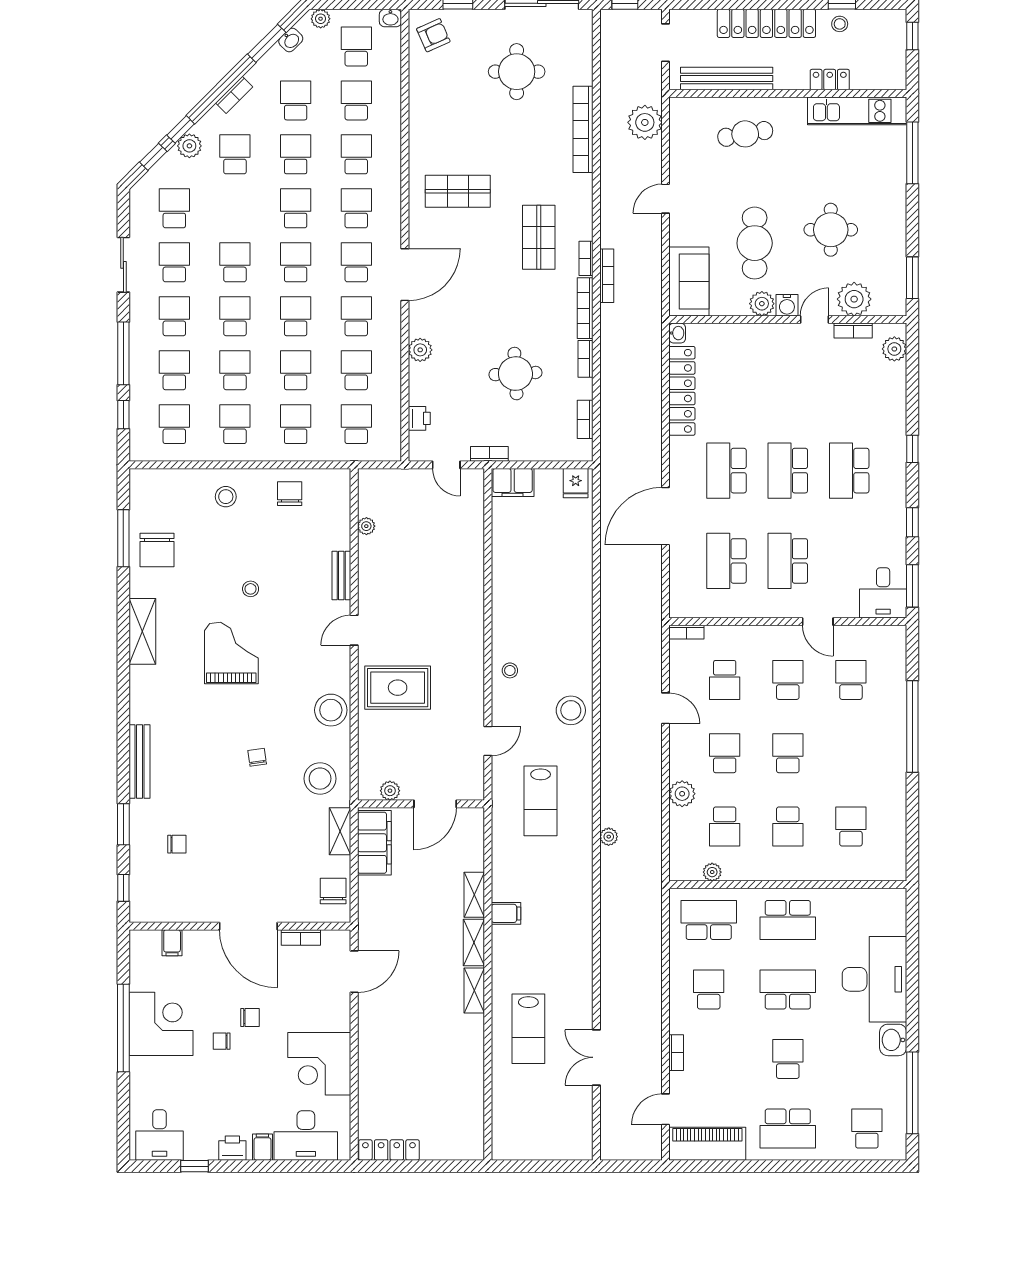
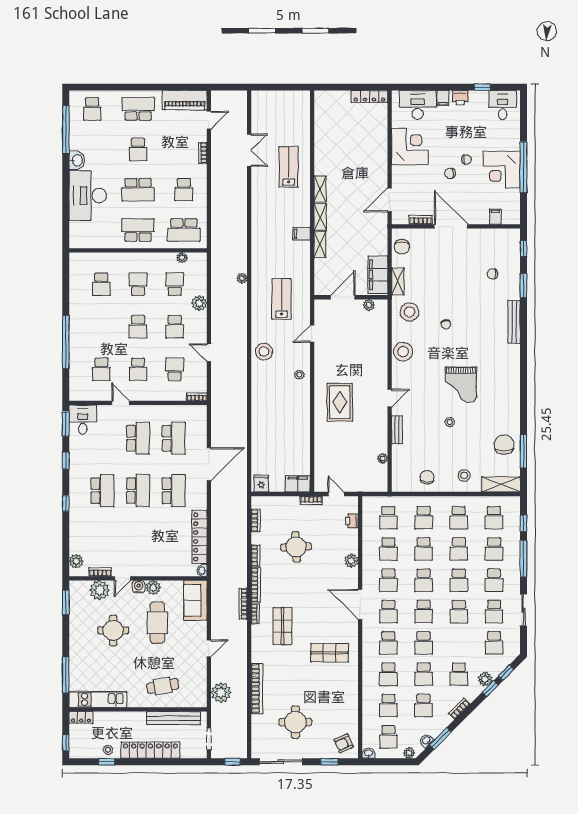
locker: (830, 80) -> (81, 717), moved
door: (405, 275) -> (360, 604), hinge flipped
chair: (290, 494) -> (427, 477), turned 180
shelving: (142, 631) -> (501, 484), moved, turned 90
rug: (398, 688) -> (340, 402), moved, turned 90

